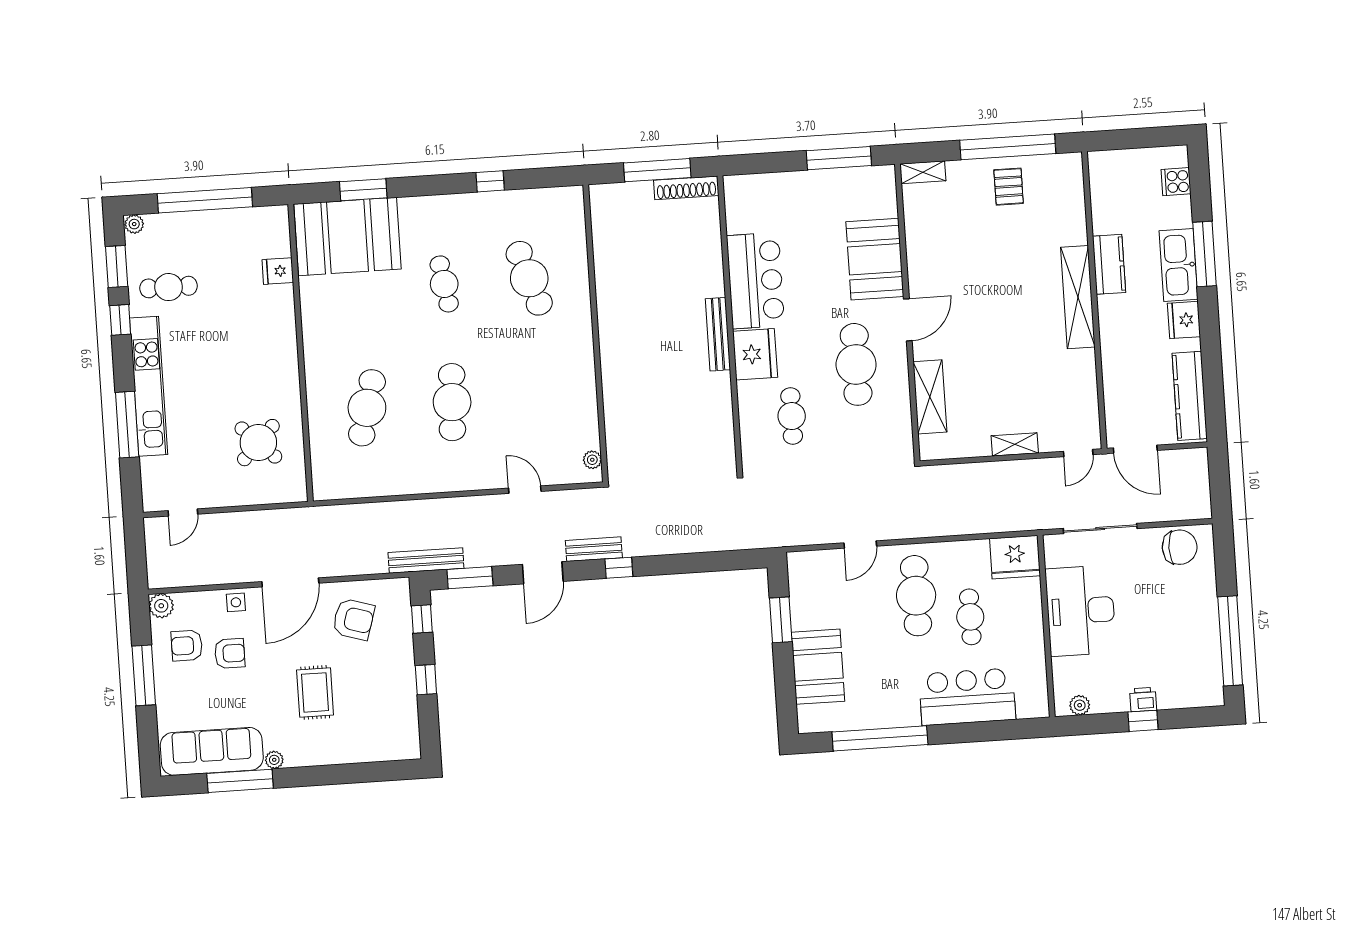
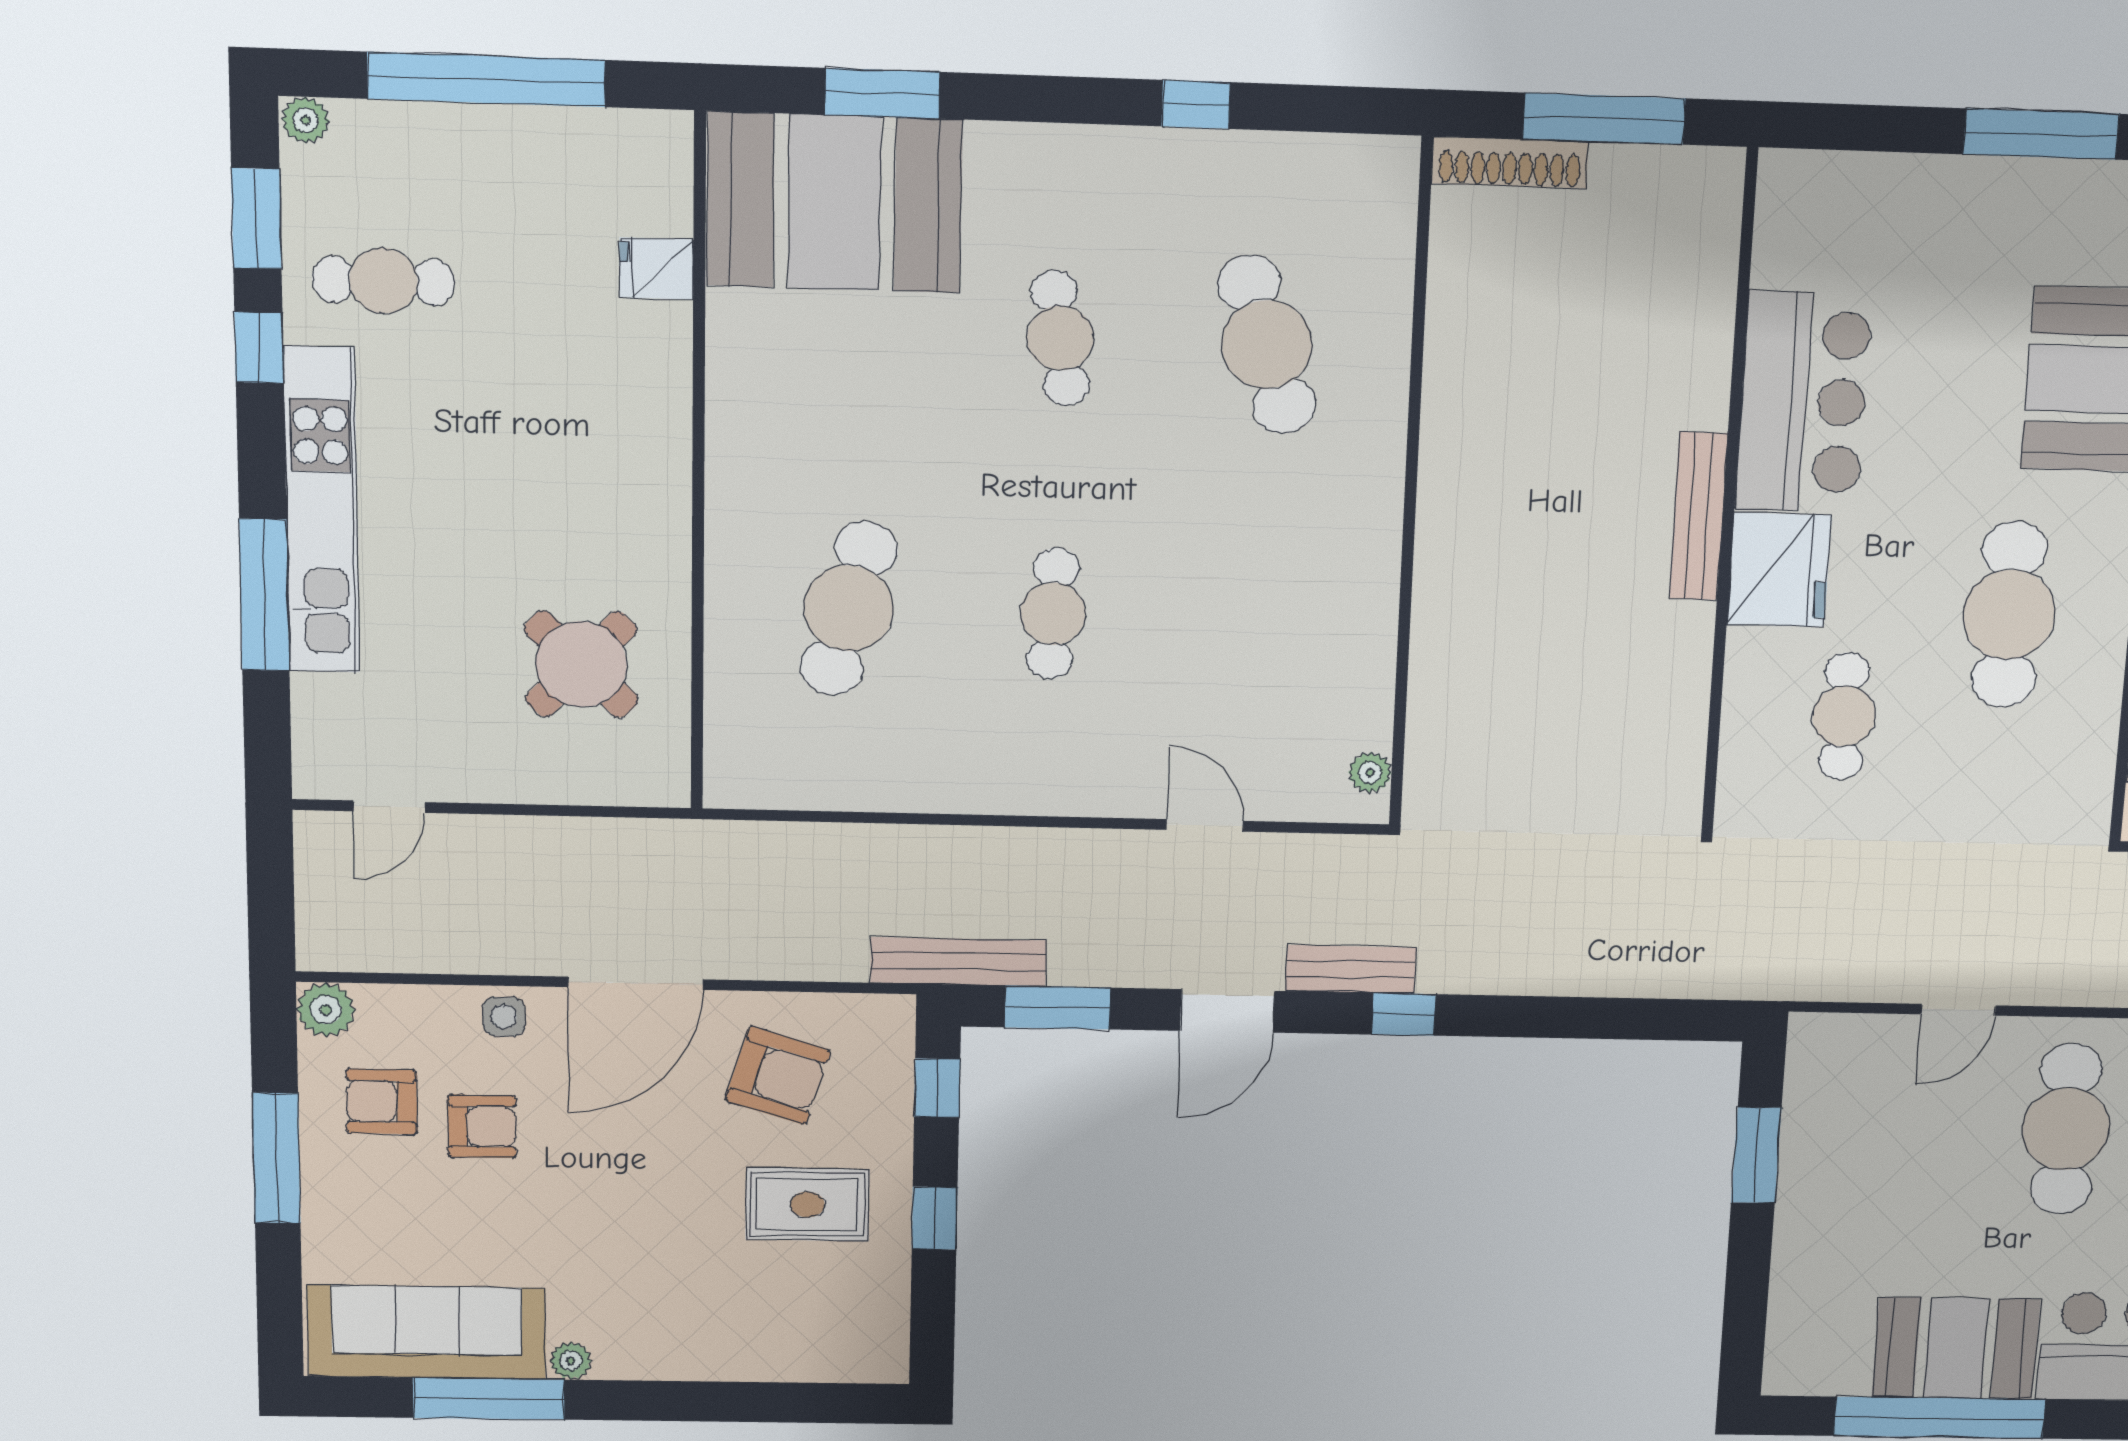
shoe rack: (686, 188) -> (1510, 162), moved
cafe table: (452, 402) -> (1053, 614), width x0.73, depth x0.74
booth: (818, 667) -> (1956, 1348), moved, turned 90
rug: (315, 692) -> (807, 1205), moved, turned 90

